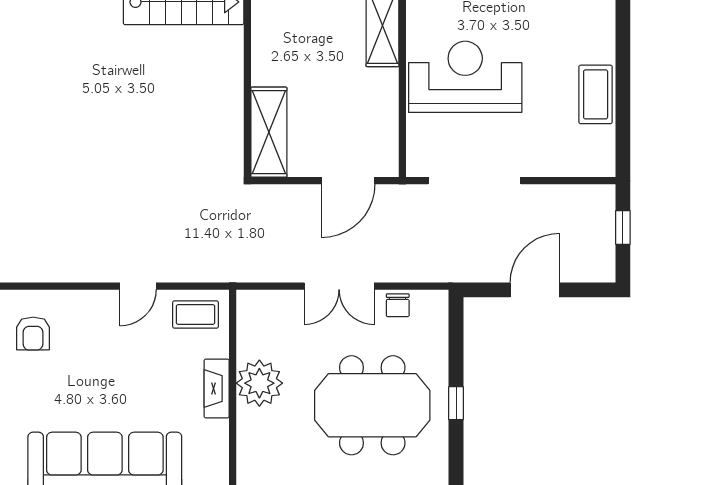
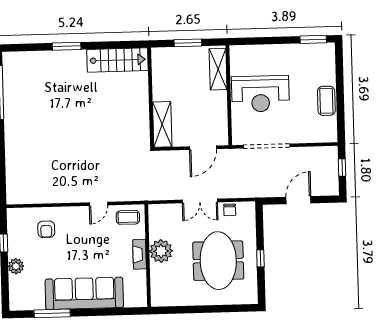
reception desk: (465, 77) -> (260, 94), turned 180
meeting table: (372, 405) -> (218, 261), turned 90

